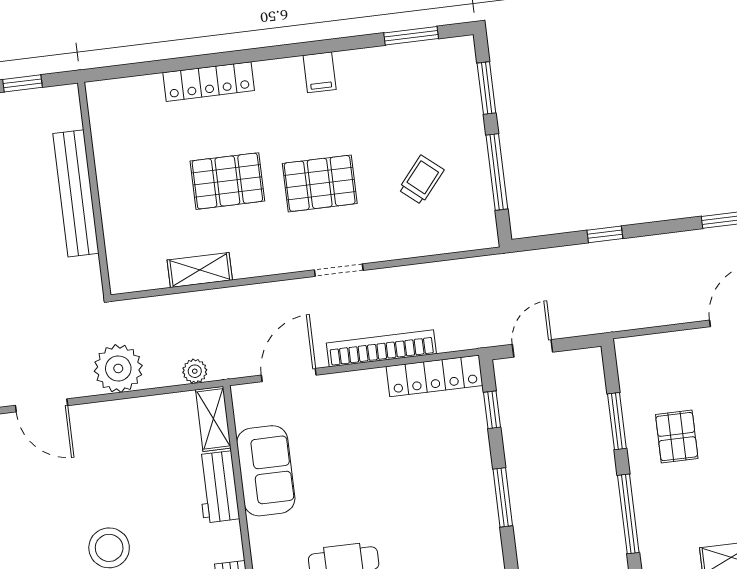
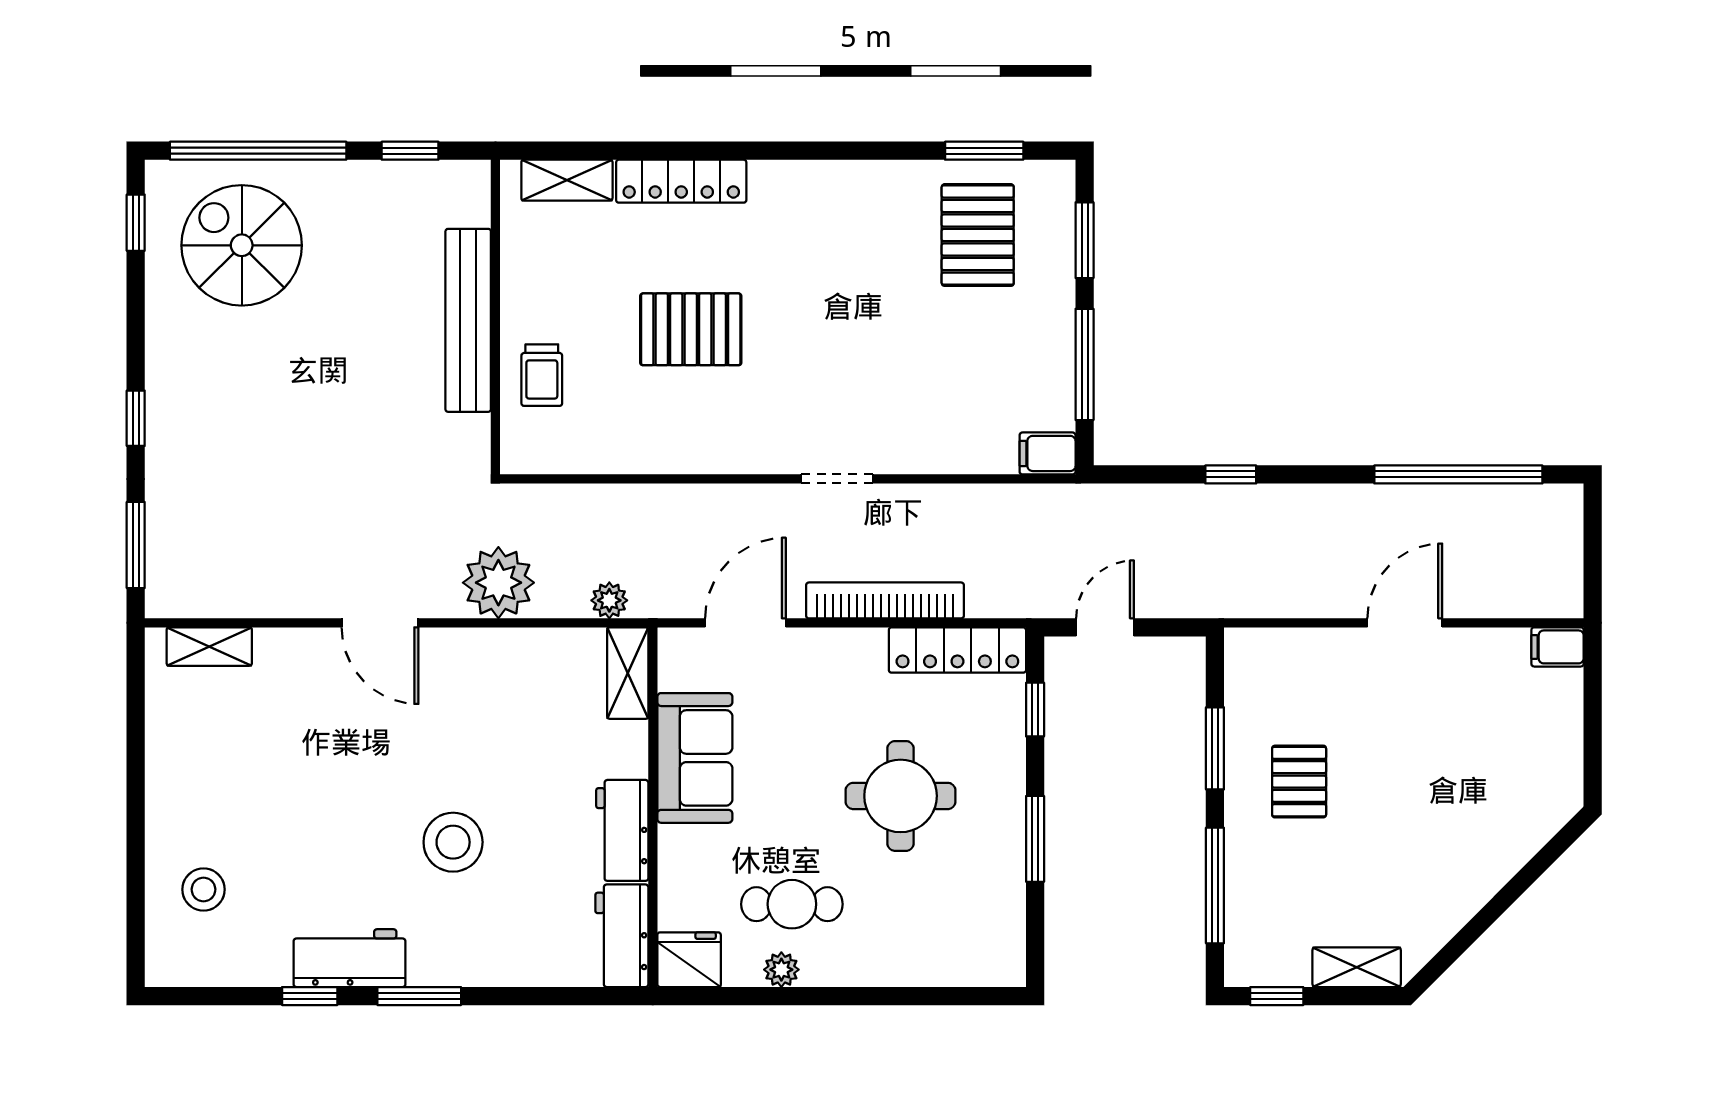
filing cabinet: (320, 72) -> (1048, 453), moved, turned 90
trolley: (421, 180) -> (542, 375), moved, turned 140
pallet: (320, 183) -> (978, 235), moved, turned 90
shelving: (200, 270) -> (567, 180), moved
round table: (408, 479) -> (901, 796), added
workbench: (218, 487) -> (622, 830), moved

